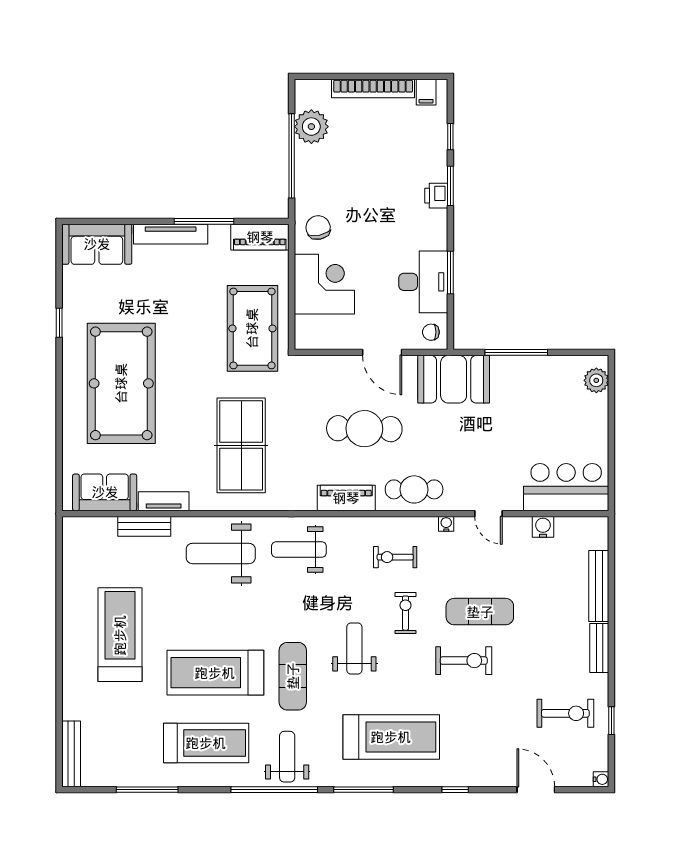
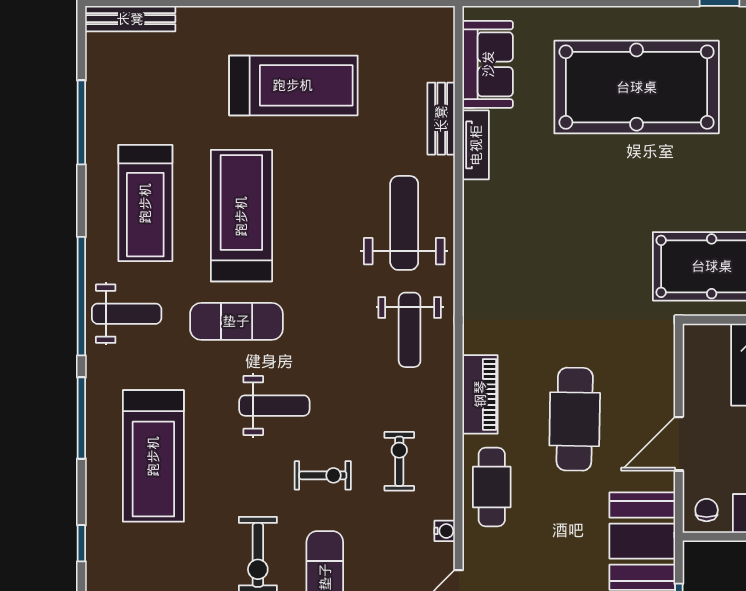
table tennis table: (241, 445) -> (552, 251), removed
weight bench: (299, 549) -> (410, 330), turned 180

